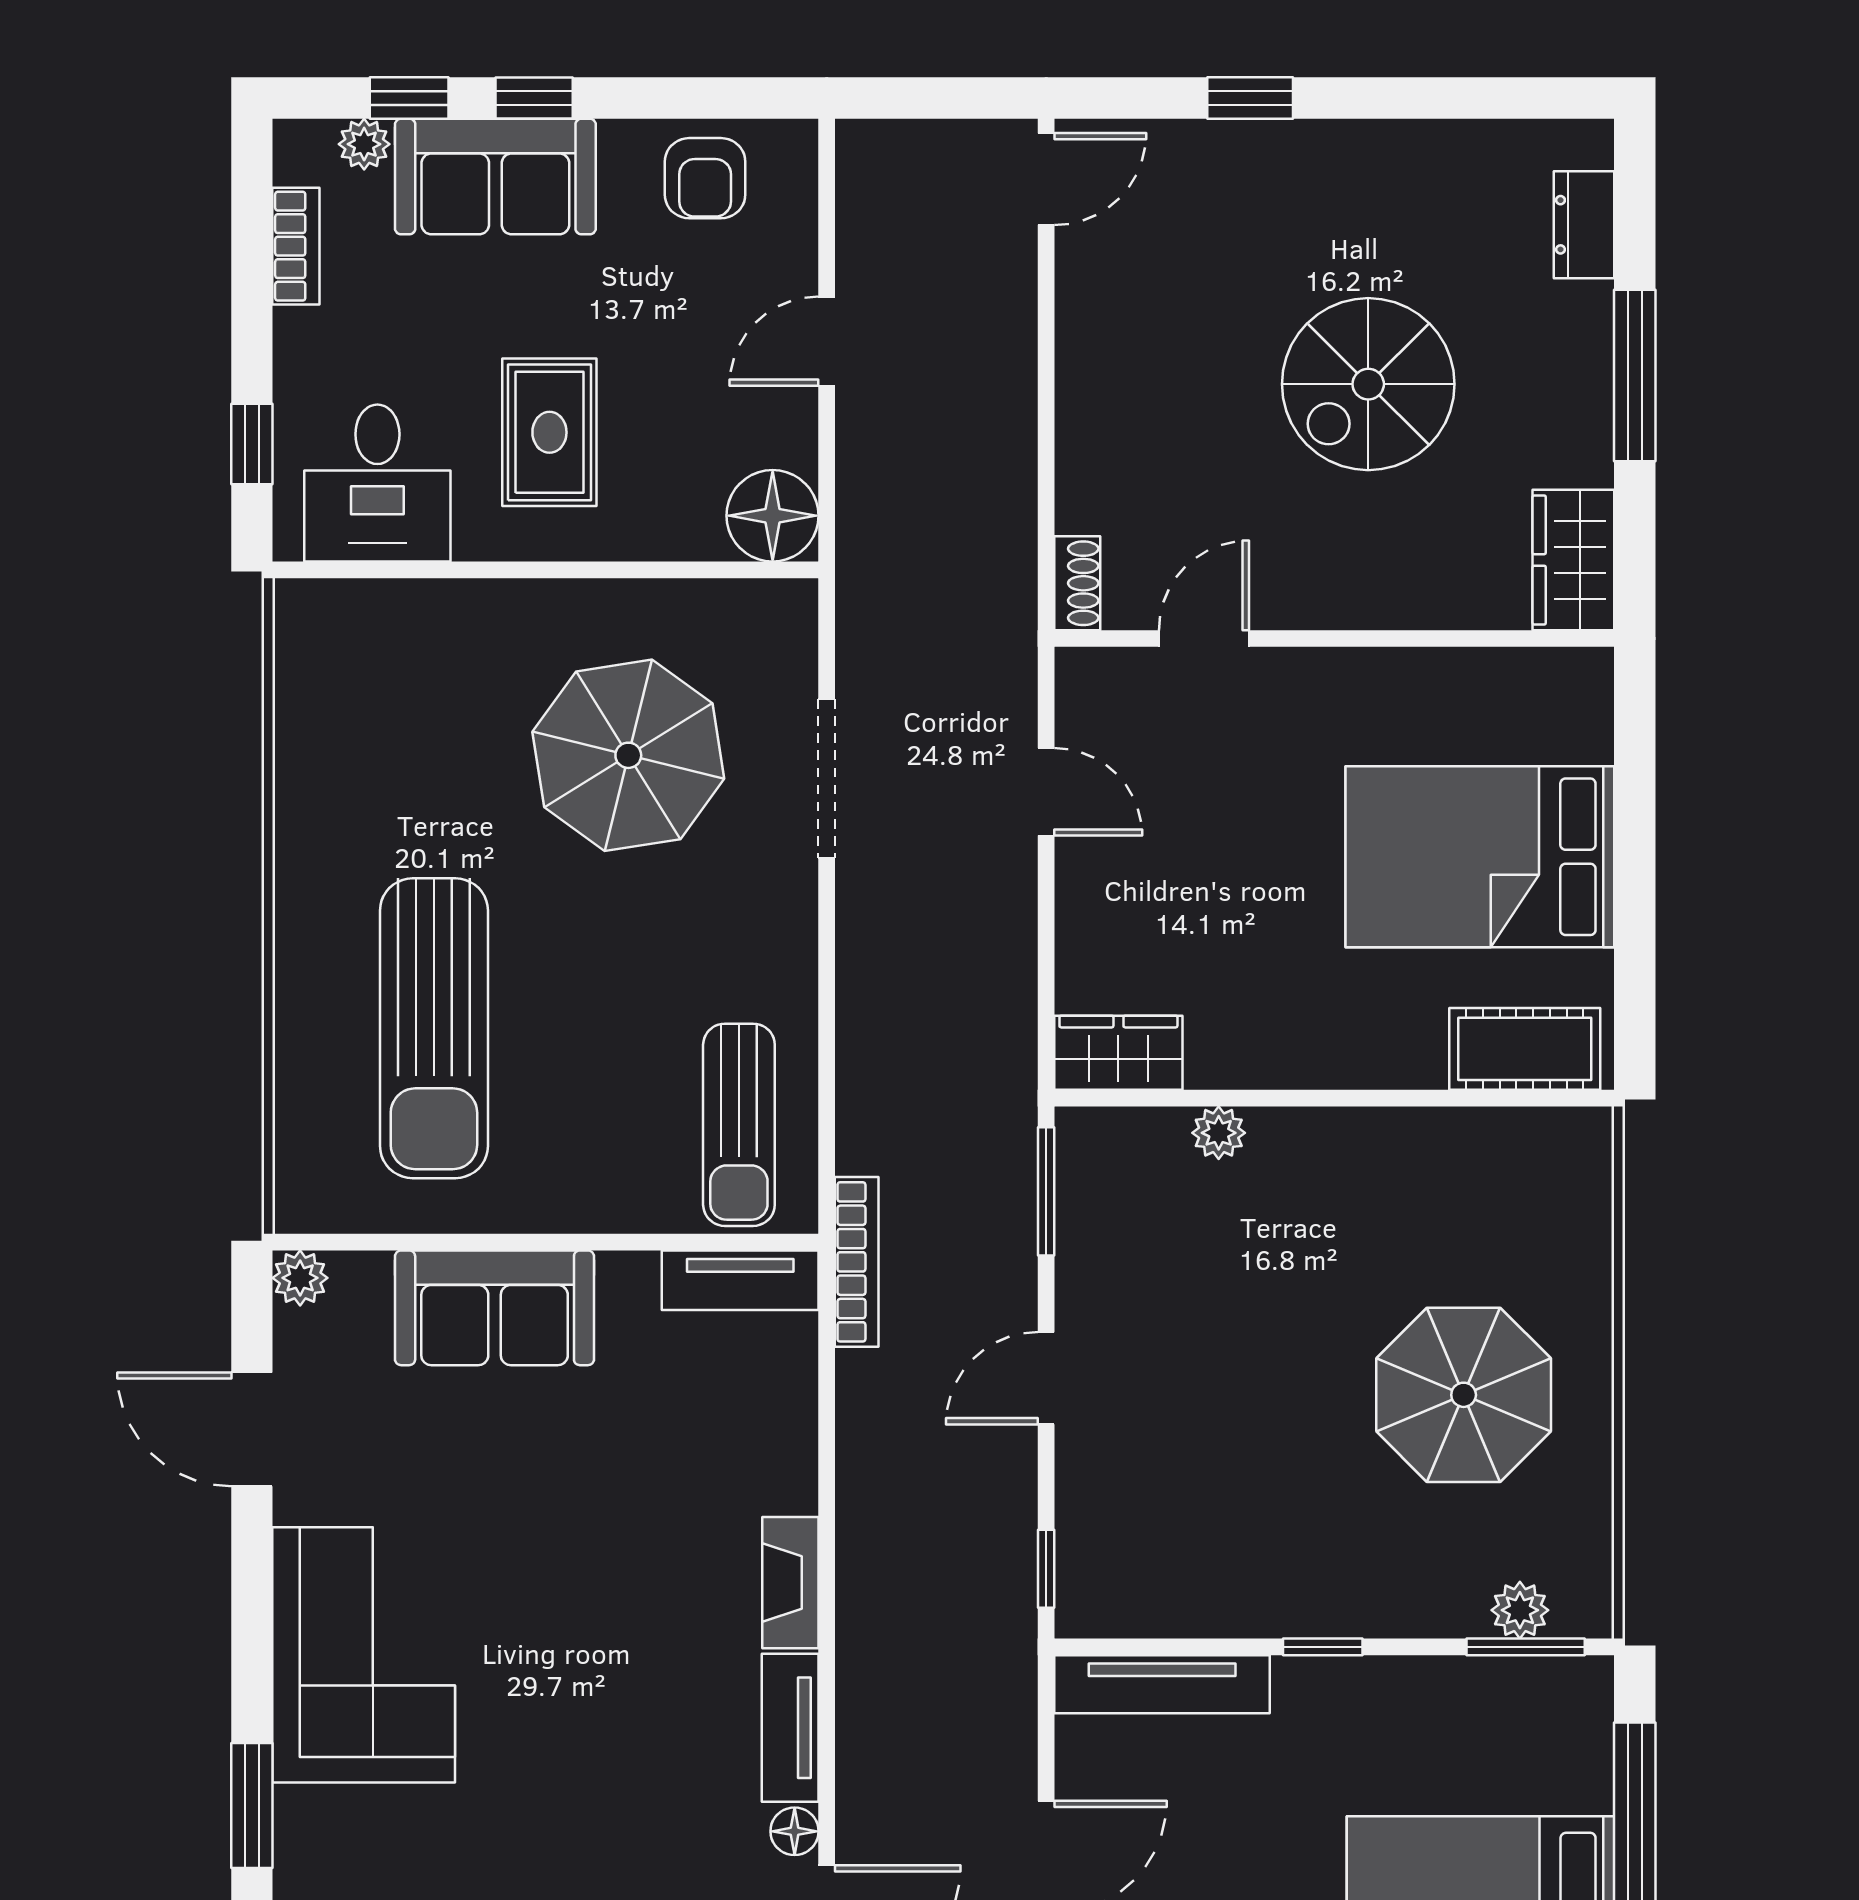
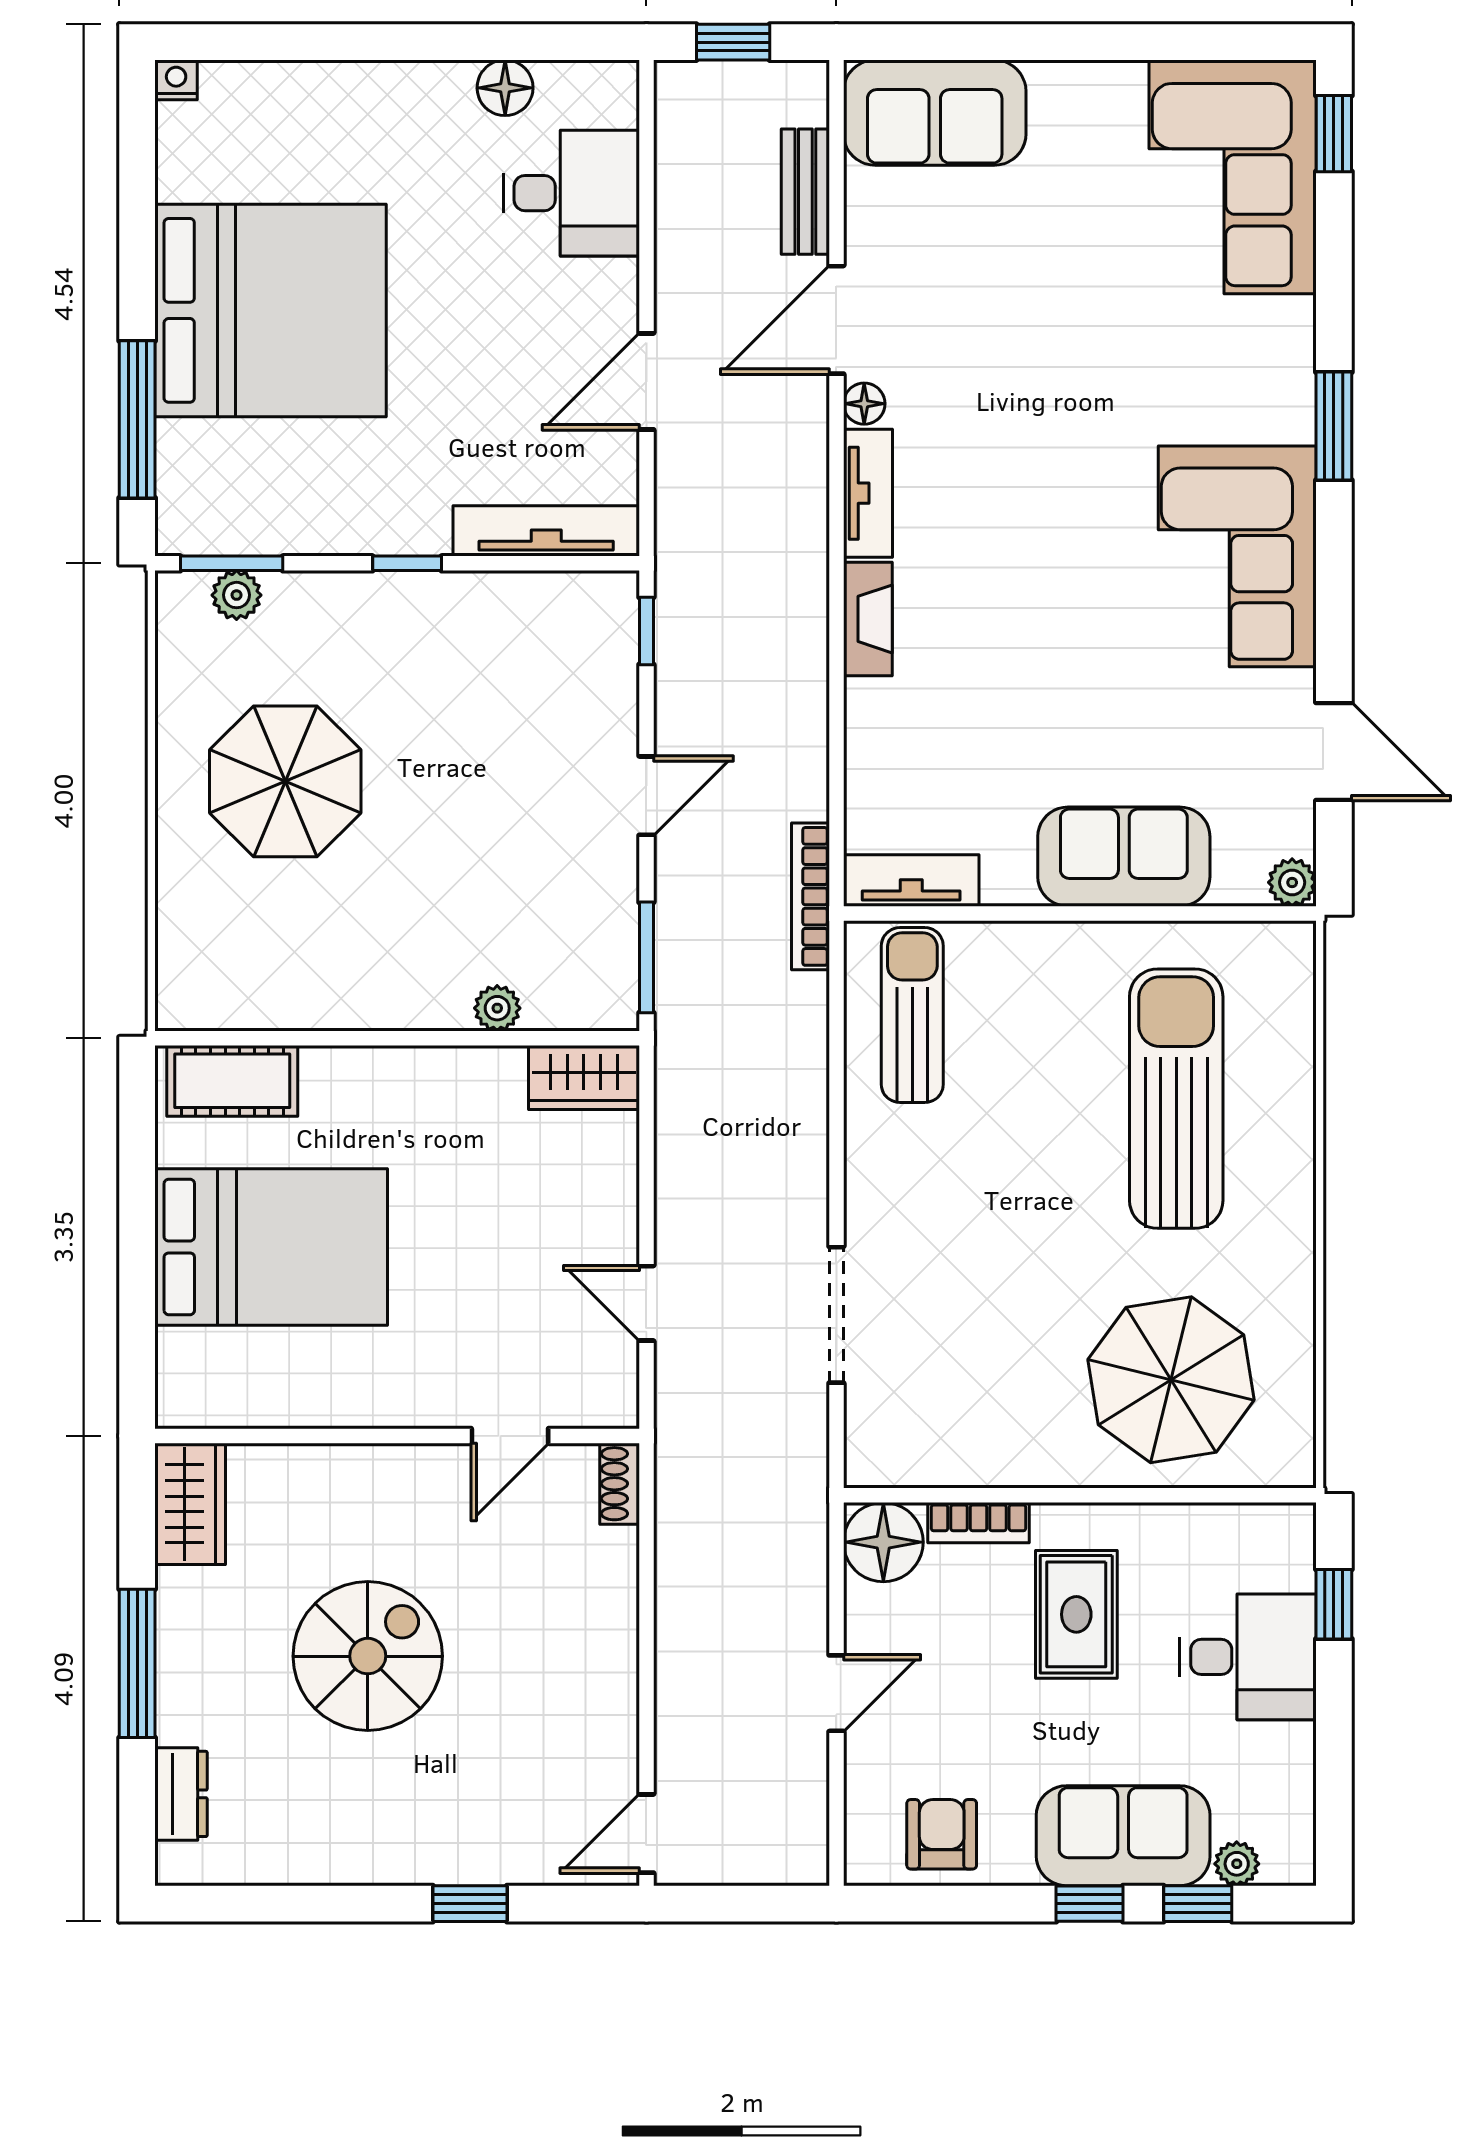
bookcase: (296, 246) -> (978, 1523), moved, turned -90
desk: (377, 483) -> (1248, 1657), moved, turned 90
parasol: (628, 755) -> (1171, 1380), moved

